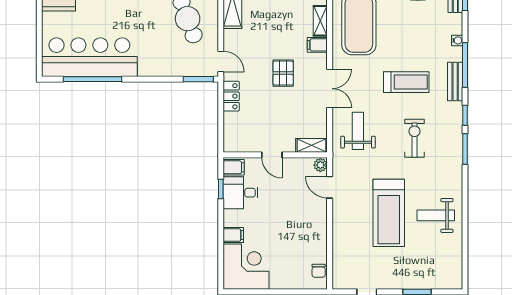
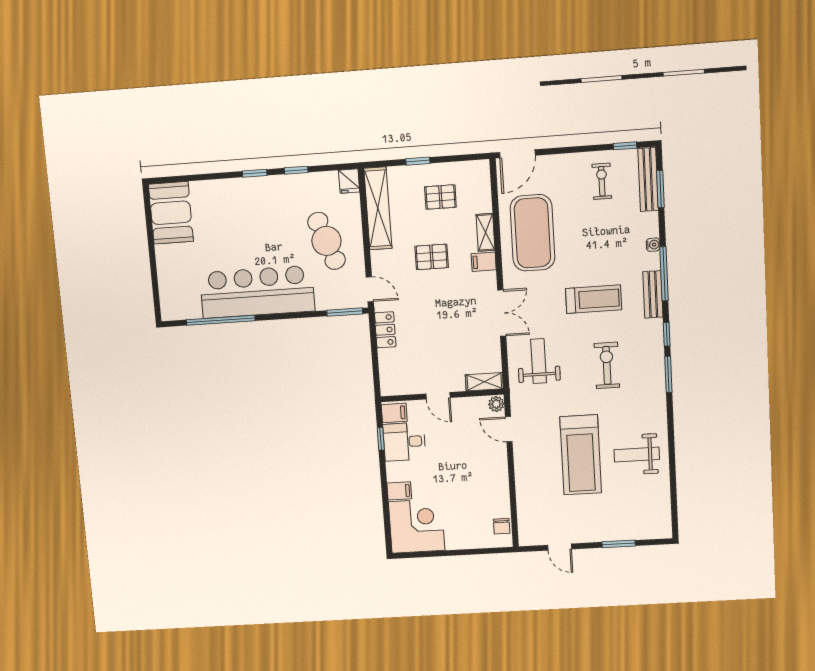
bar counter: (89, 57) -> (257, 292), moved
pallet: (283, 73) -> (432, 257), moved, turned 90

